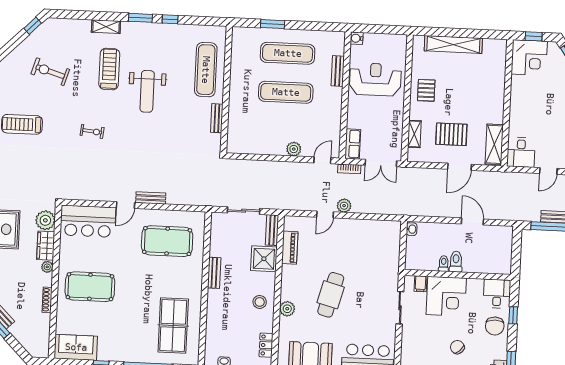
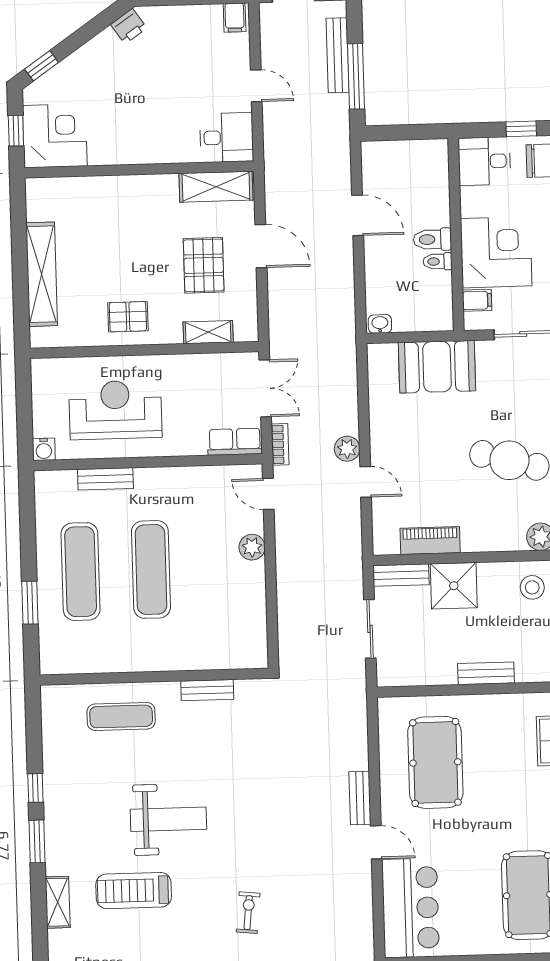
exercise mat: (206, 70) -> (121, 716), width x0.73, depth x0.69
reception desk: (375, 79) -> (115, 410), turned 90
door: (472, 221) -> (358, 215), swing flipped
booth: (385, 259) -> (437, 367), added

